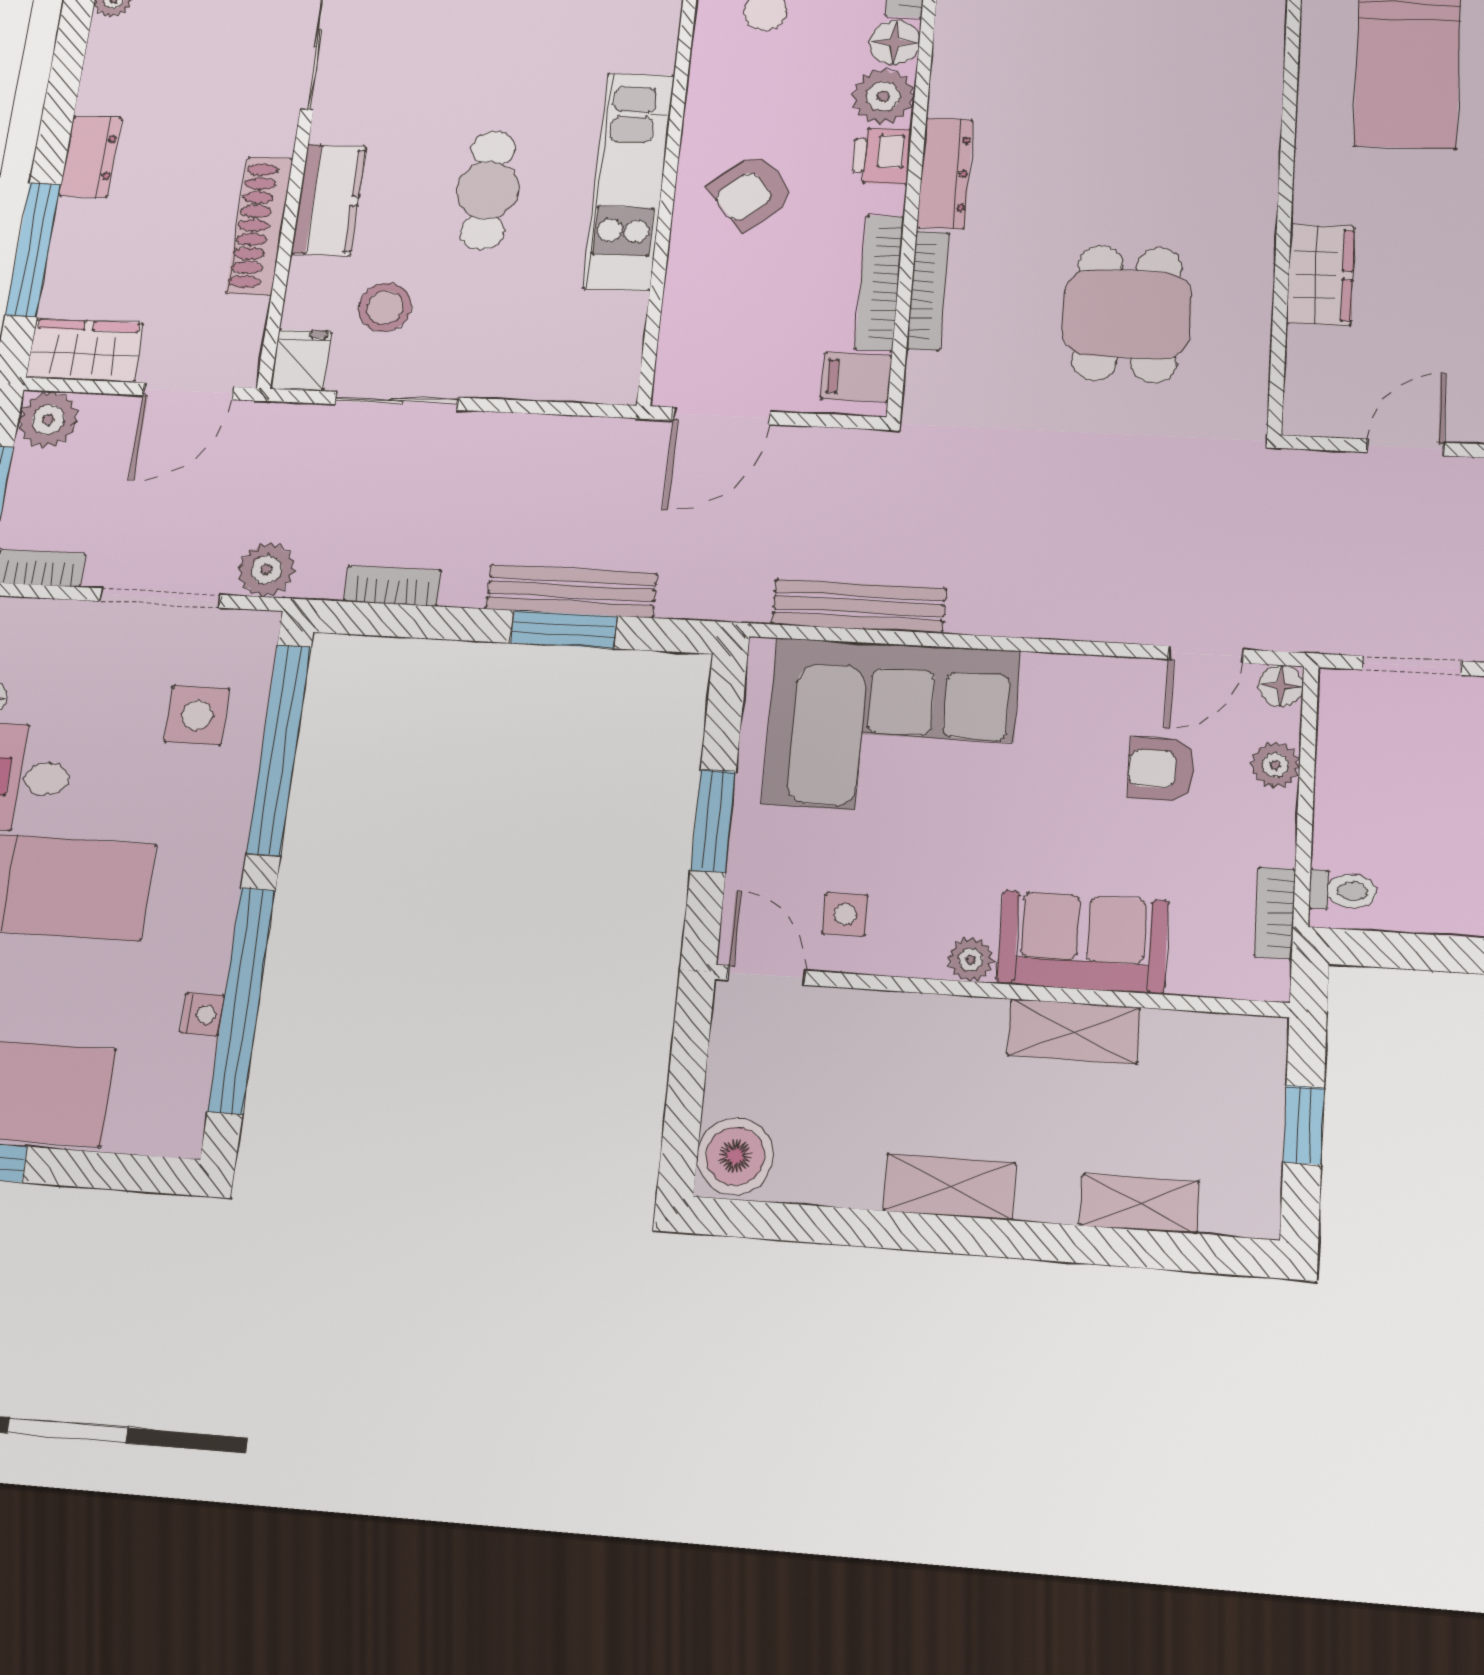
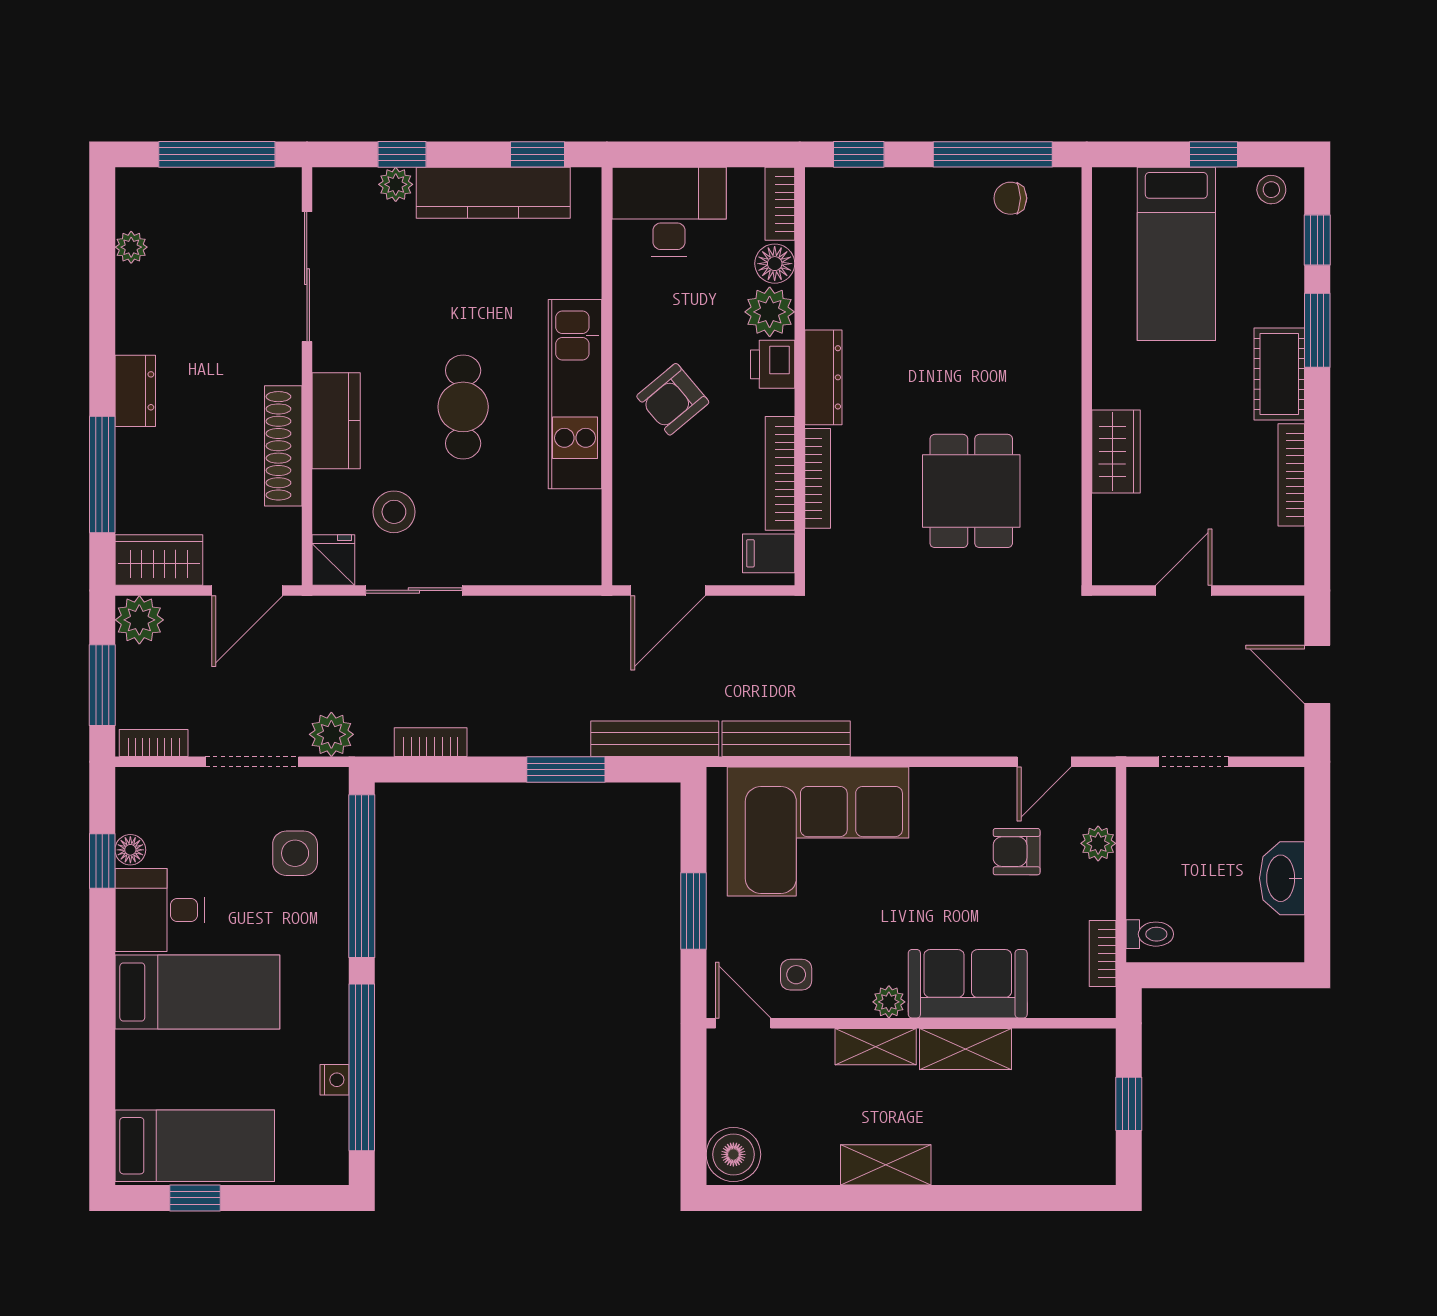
bench: (571, 591) -> (655, 739), moved
floor lamp: (1281, 686) -> (1100, 783), removed
shelving: (1139, 1204) -> (876, 1047), moved

